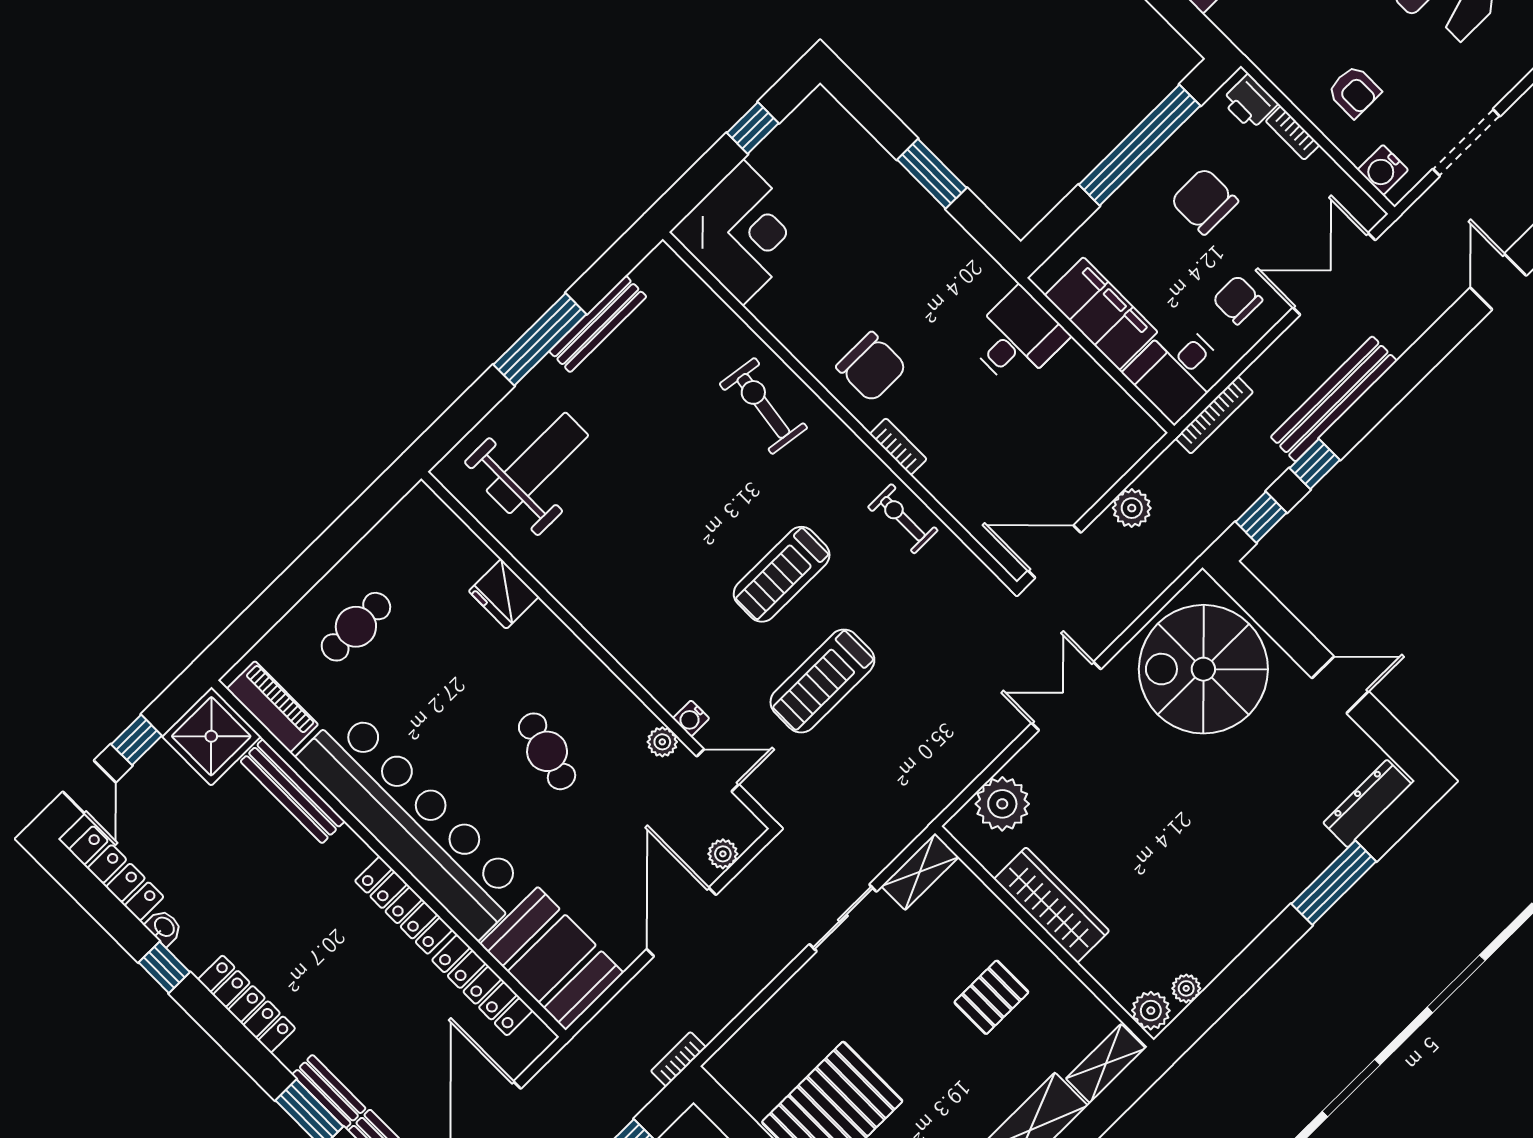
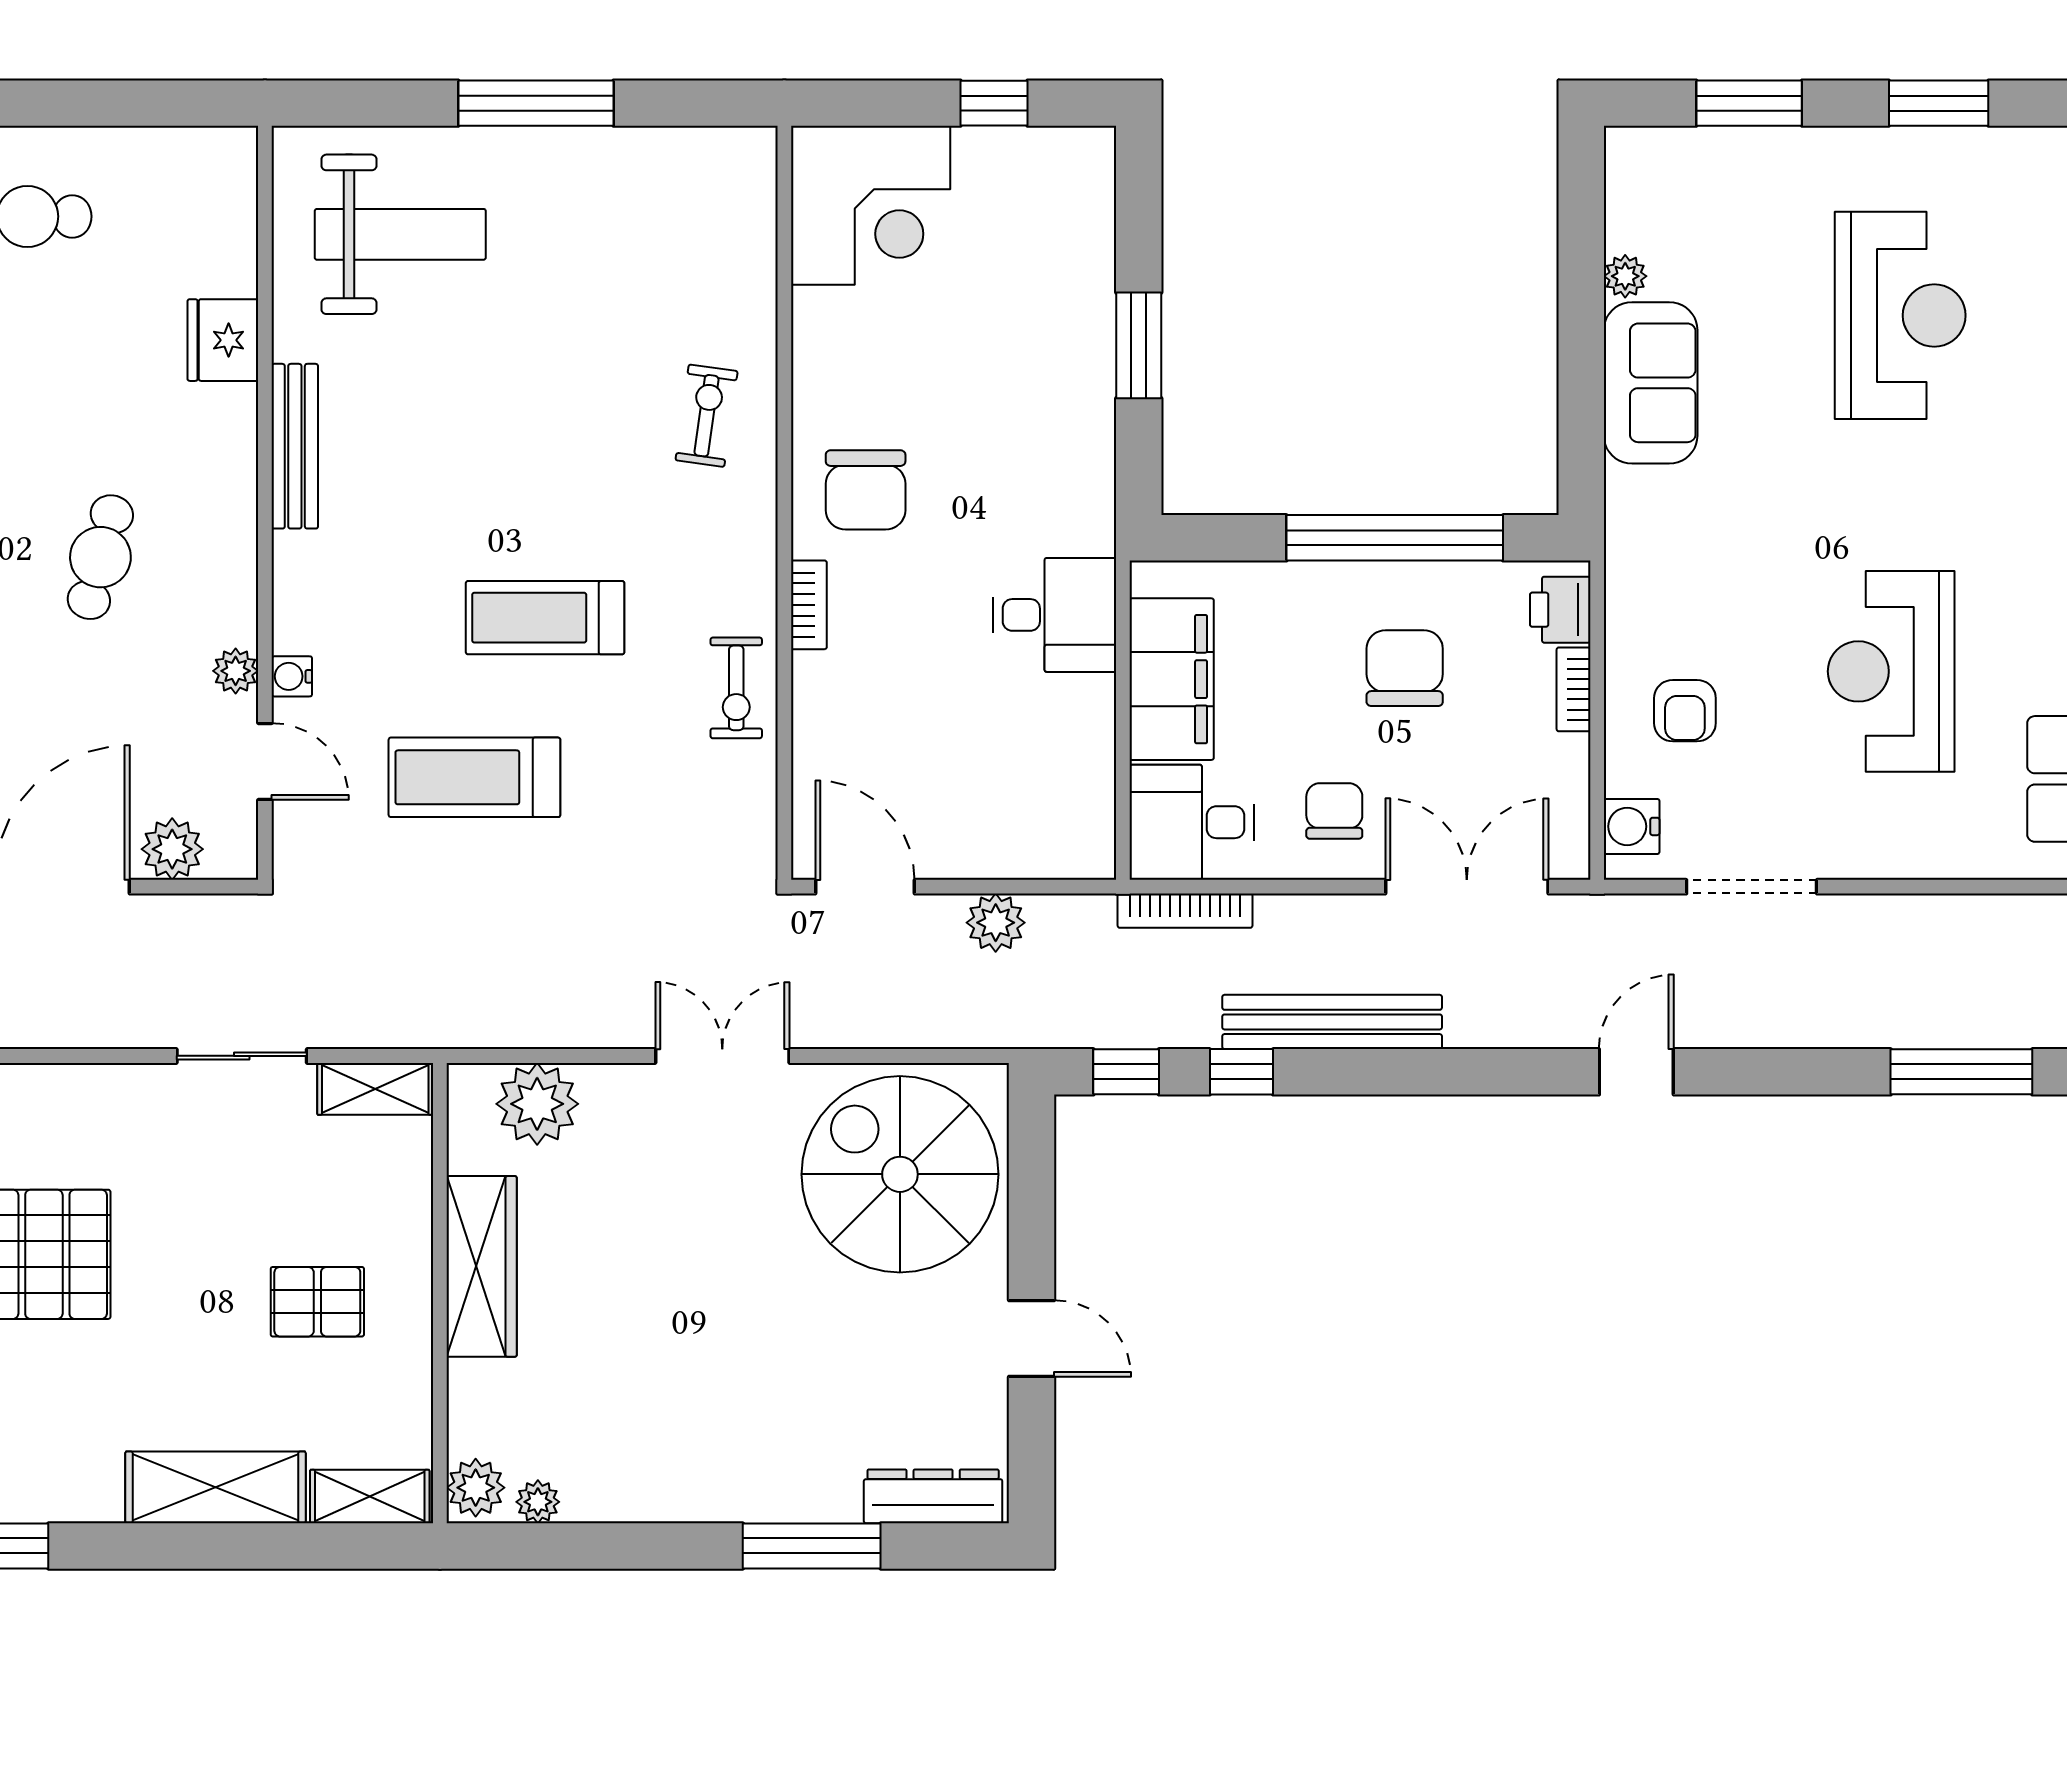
bench: (598, 324) -> (295, 446), moved, turned 90
exercise bike: (763, 406) -> (707, 416), width x0.73, depth x0.72
exercise bike: (903, 519) -> (736, 688), turned 180
plant: (723, 854) -> (172, 849), width x1.38, depth x1.38

